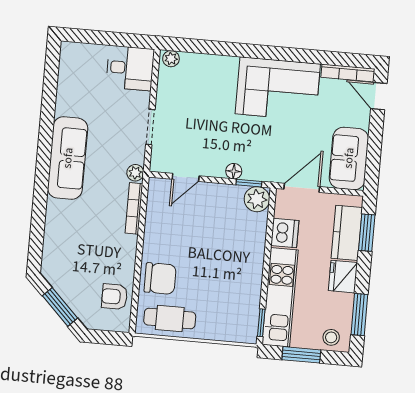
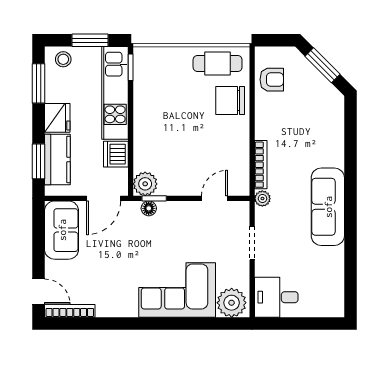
plant: (171, 59) -> (232, 303), width x1.88, depth x1.88
corner sofa: (278, 89) -> (177, 290), moved
floor lamp: (234, 171) -> (149, 208), moved

